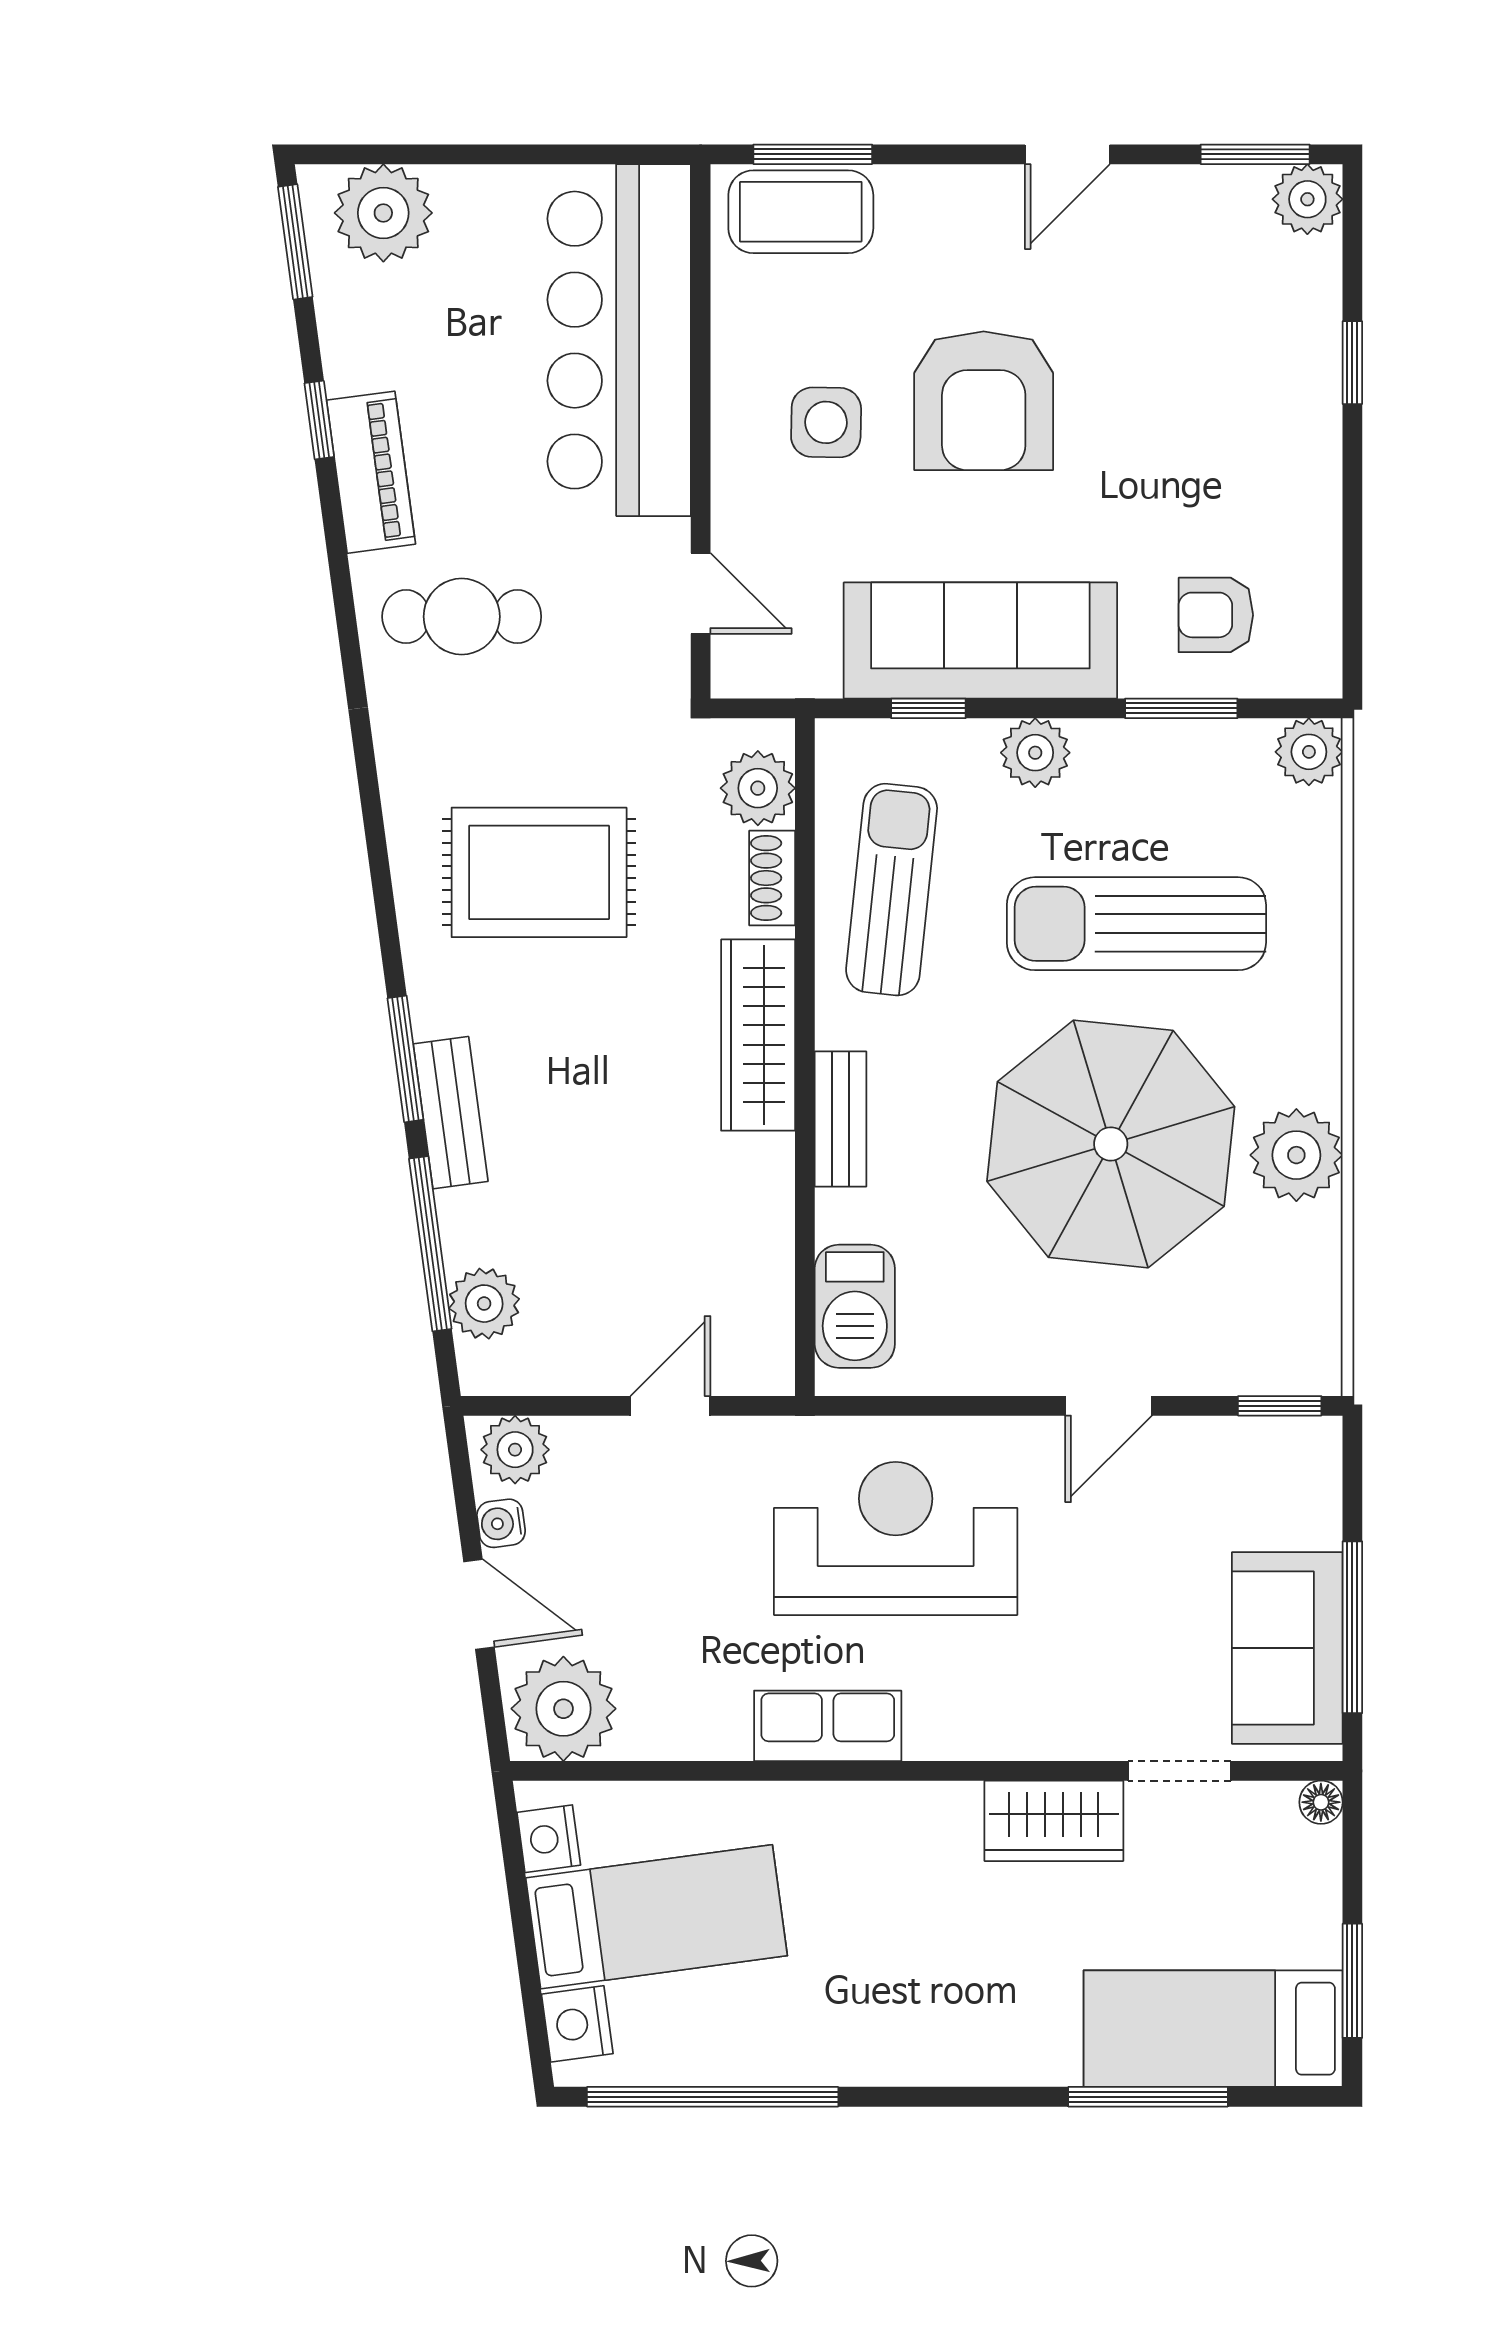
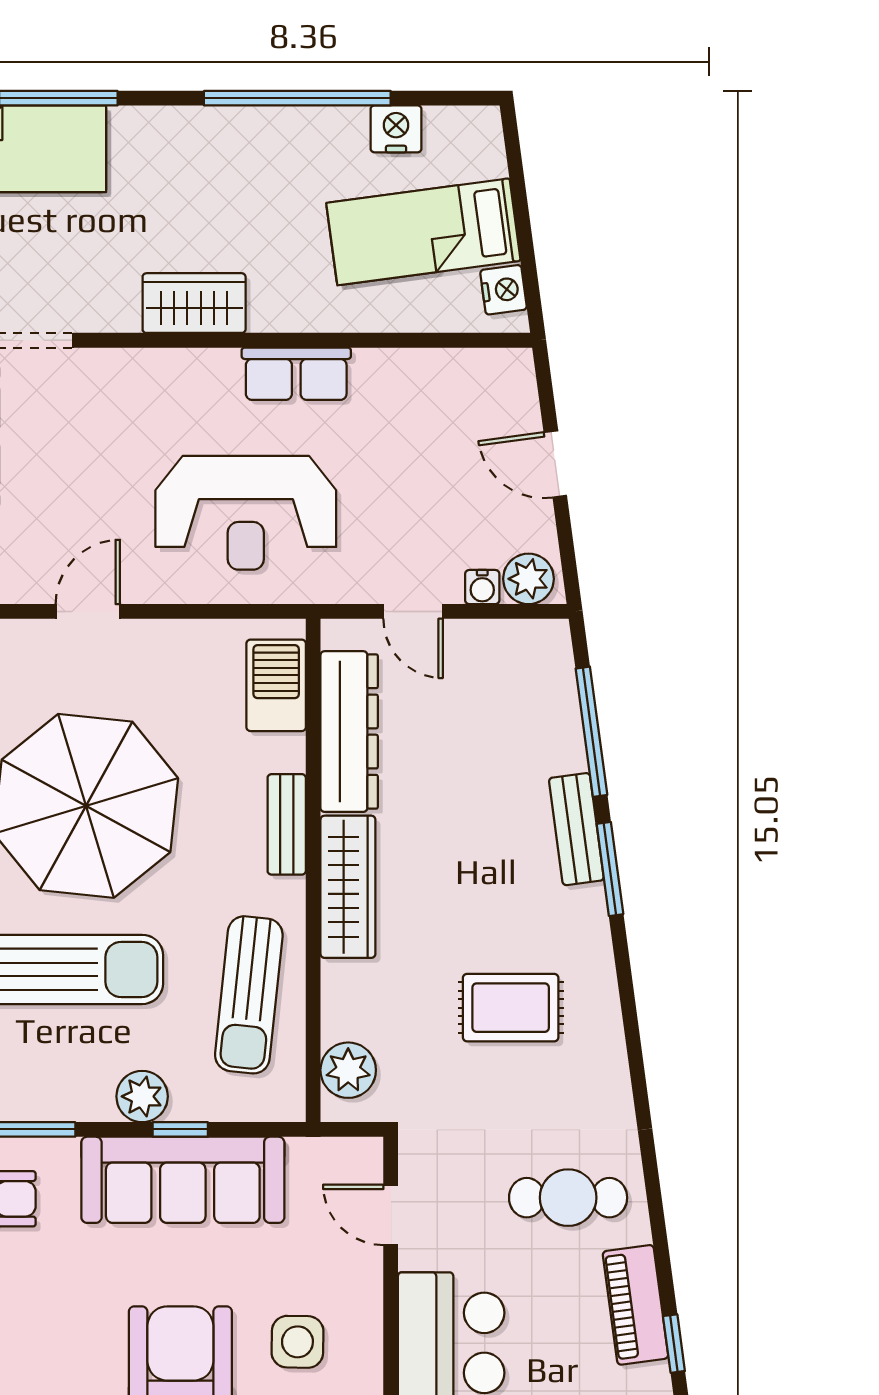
window: (928, 708) -> (180, 1129), moved
rug: (539, 872) -> (511, 1008), width x0.73, depth x0.70
shoe rack: (772, 878) -> (338, 1003), removed
dresser: (757, 1244) -> (349, 732), added
plant: (484, 1304) -> (551, 687), removed
door: (670, 1406) -> (413, 611), hinge flipped
water cooler: (501, 1523) -> (482, 587), moved, turned 98
plant: (563, 1709) -> (493, 386), removed
wardrobe: (1054, 1821) -> (194, 303), moved
nightstand: (577, 2024) -> (396, 129), moved, turned -82
window: (713, 2097) -> (297, 98), moved

